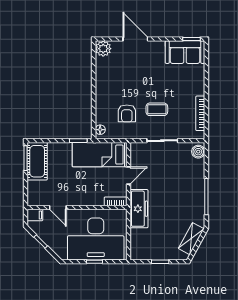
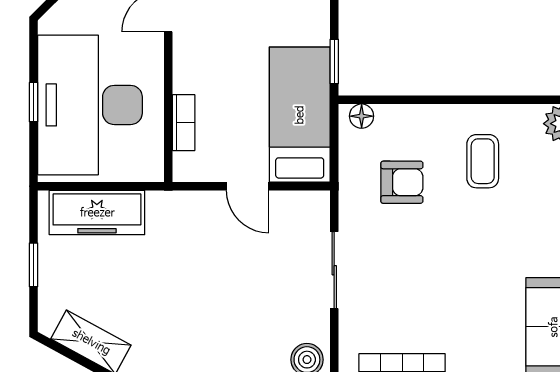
coffee table: (157, 109) -> (483, 161), moved
armchair: (127, 113) -> (402, 182), turned 180
bookcase: (116, 201) -> (184, 123), moved
freezer: (139, 209) -> (97, 213), moved

